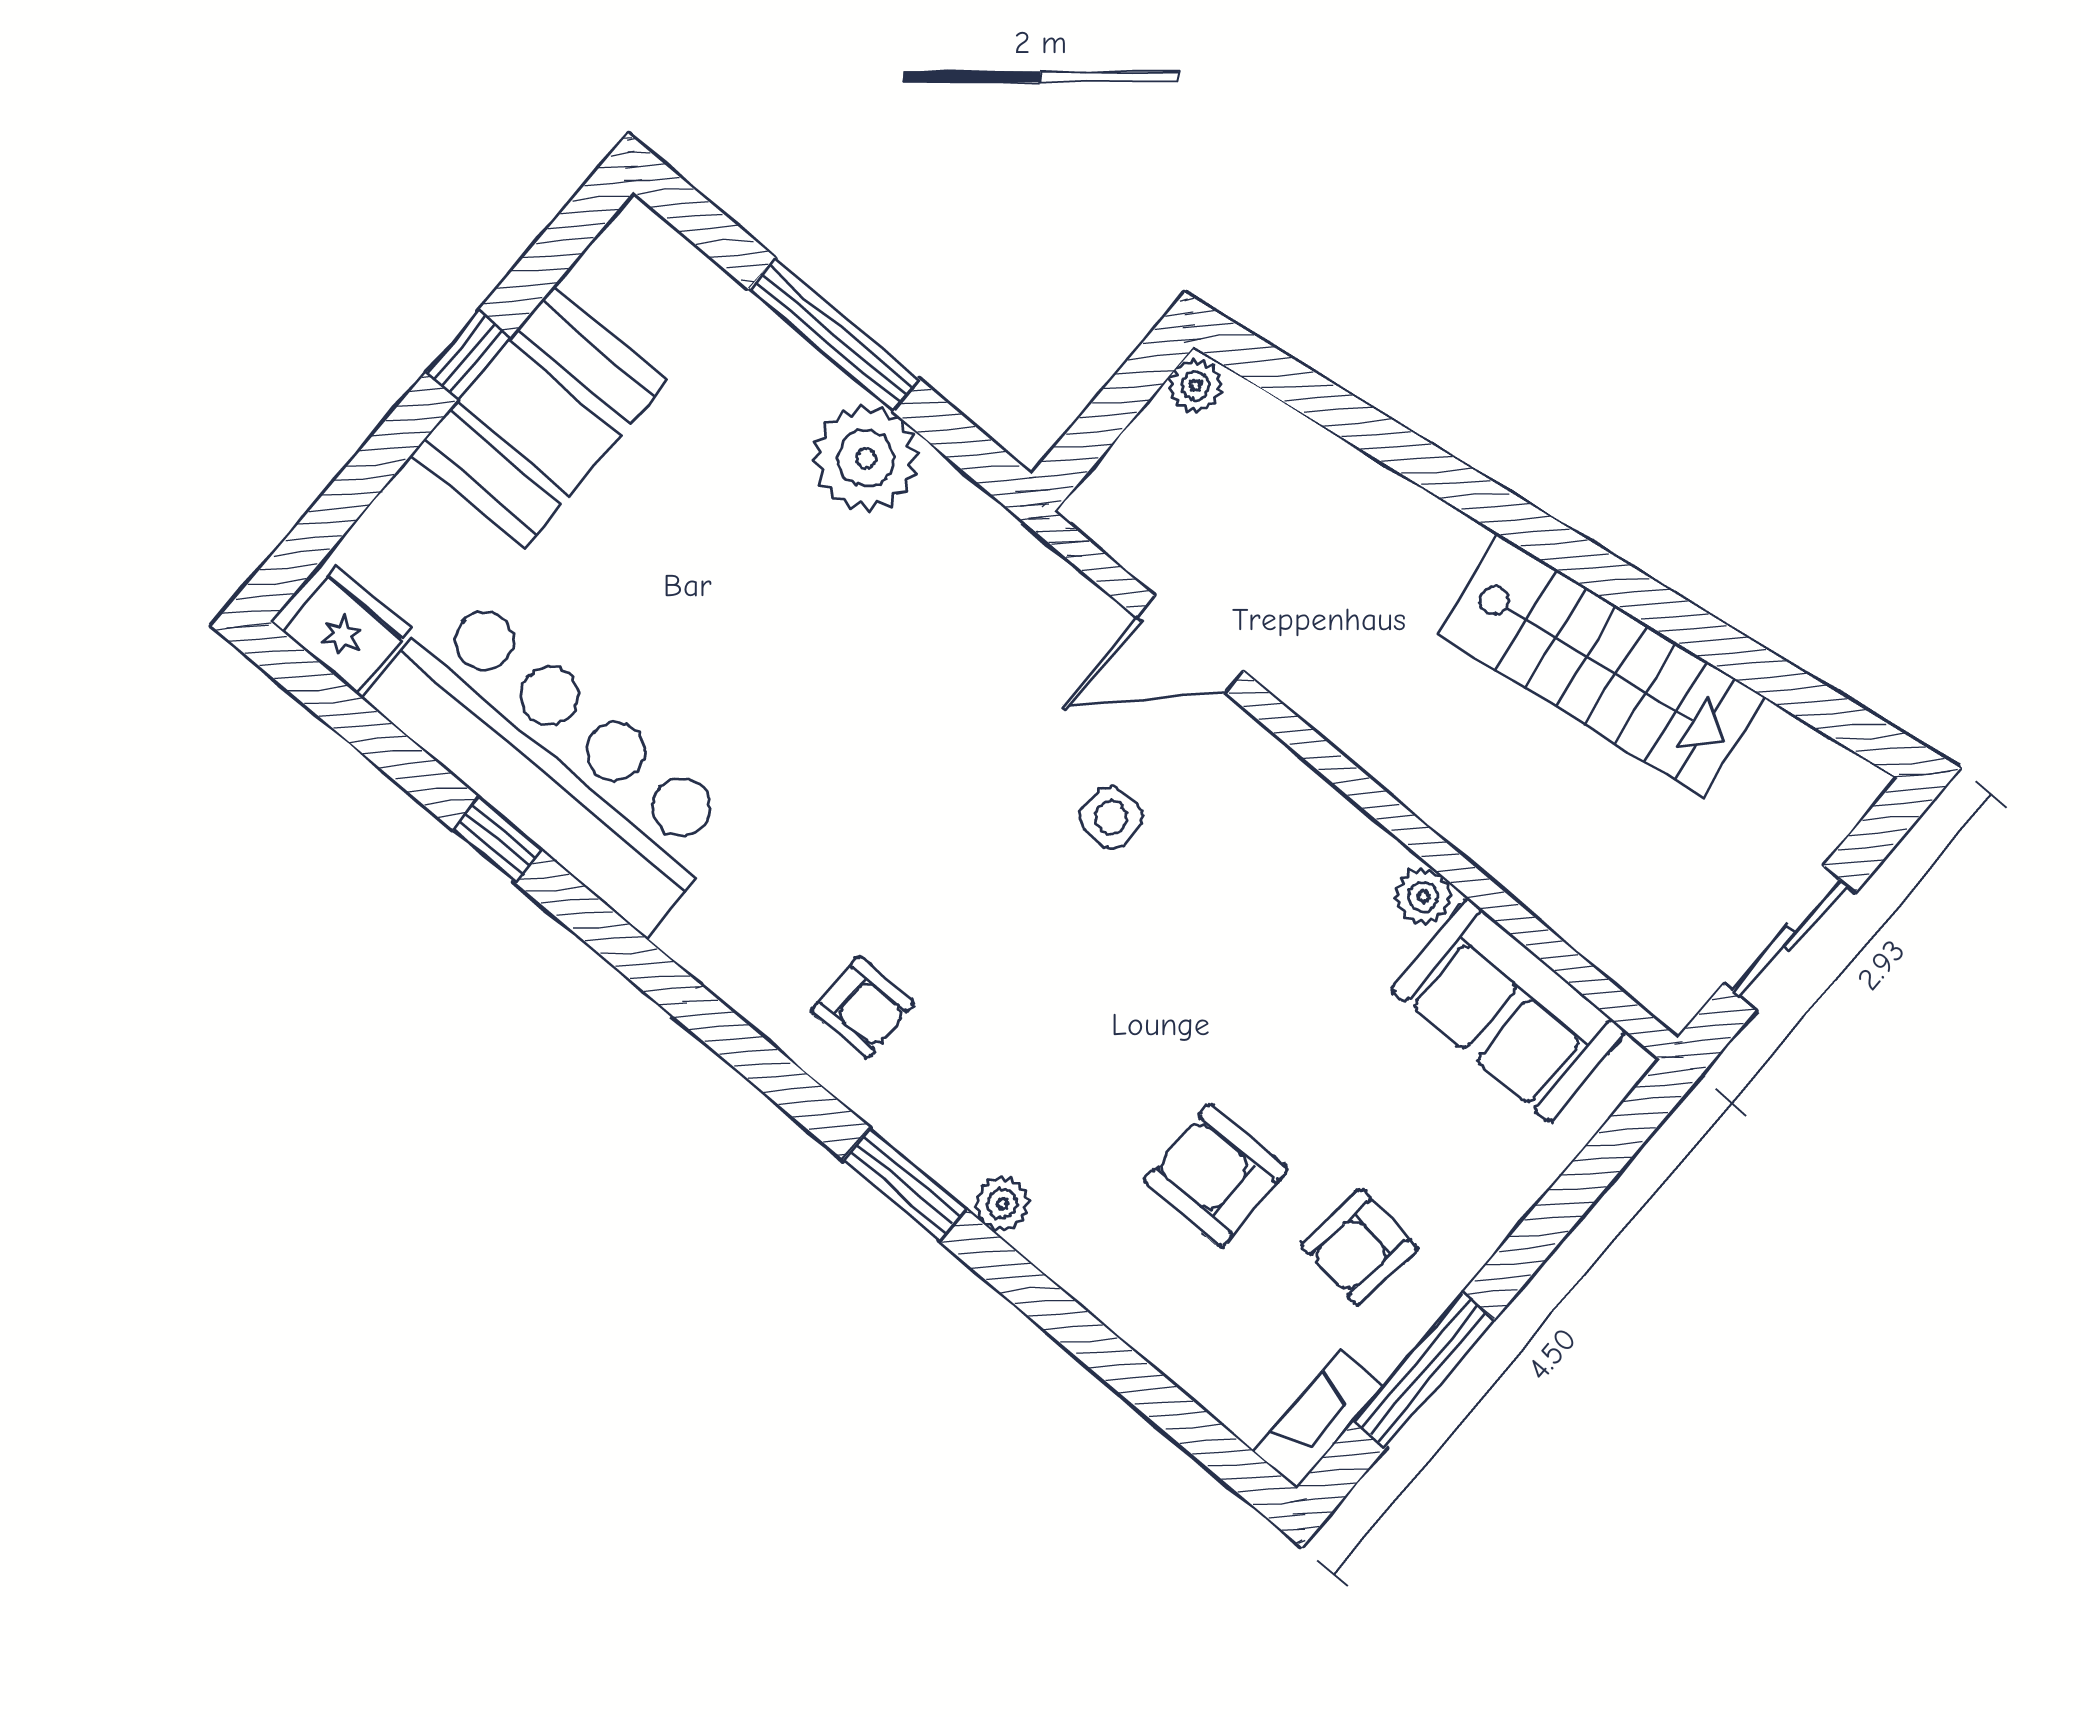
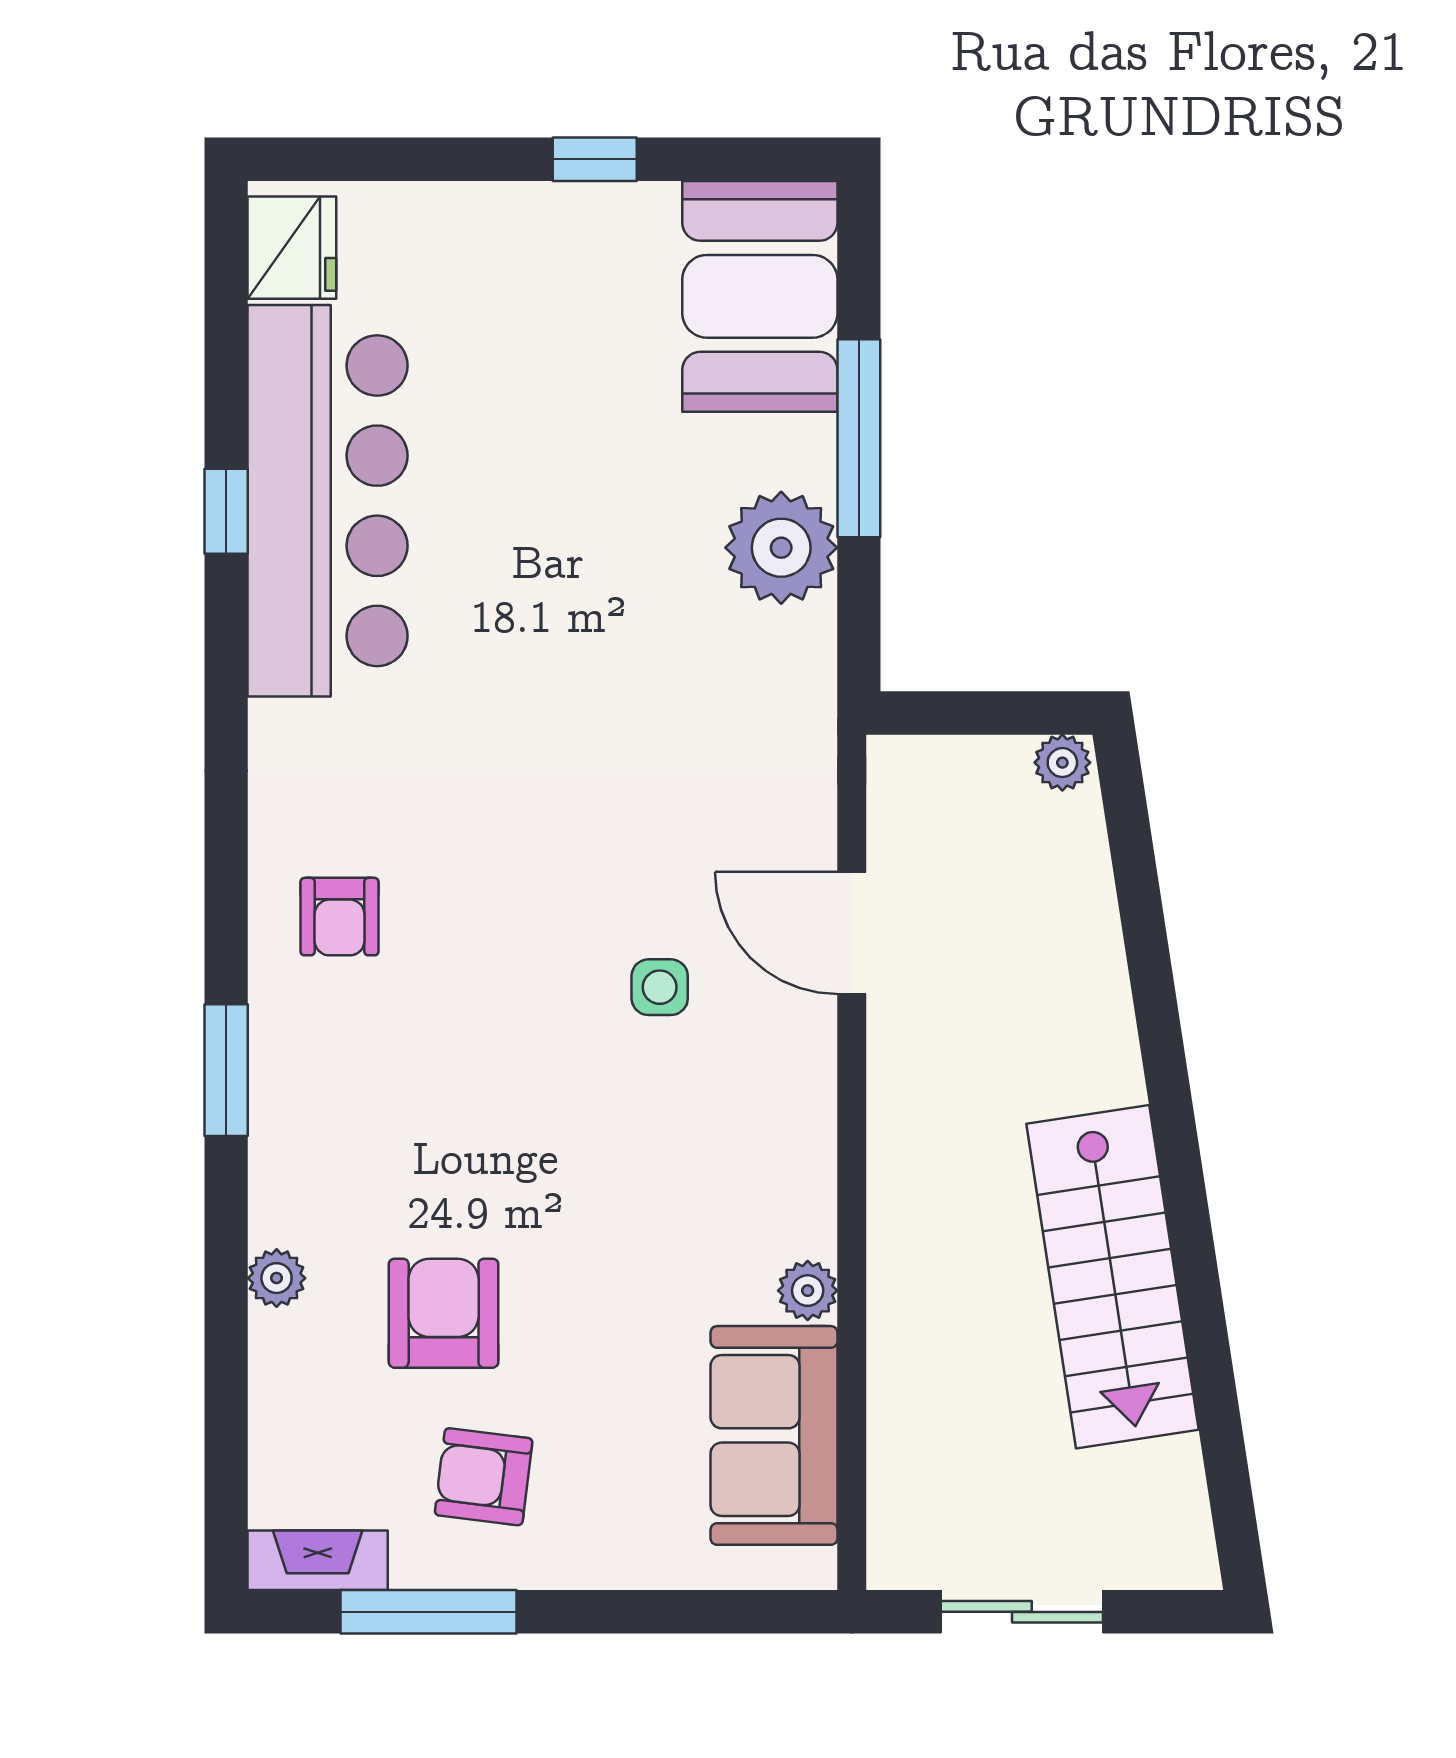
booth: (539, 417) -> (760, 296), moved, turned 90
plant: (1002, 1204) -> (277, 1278), moved

